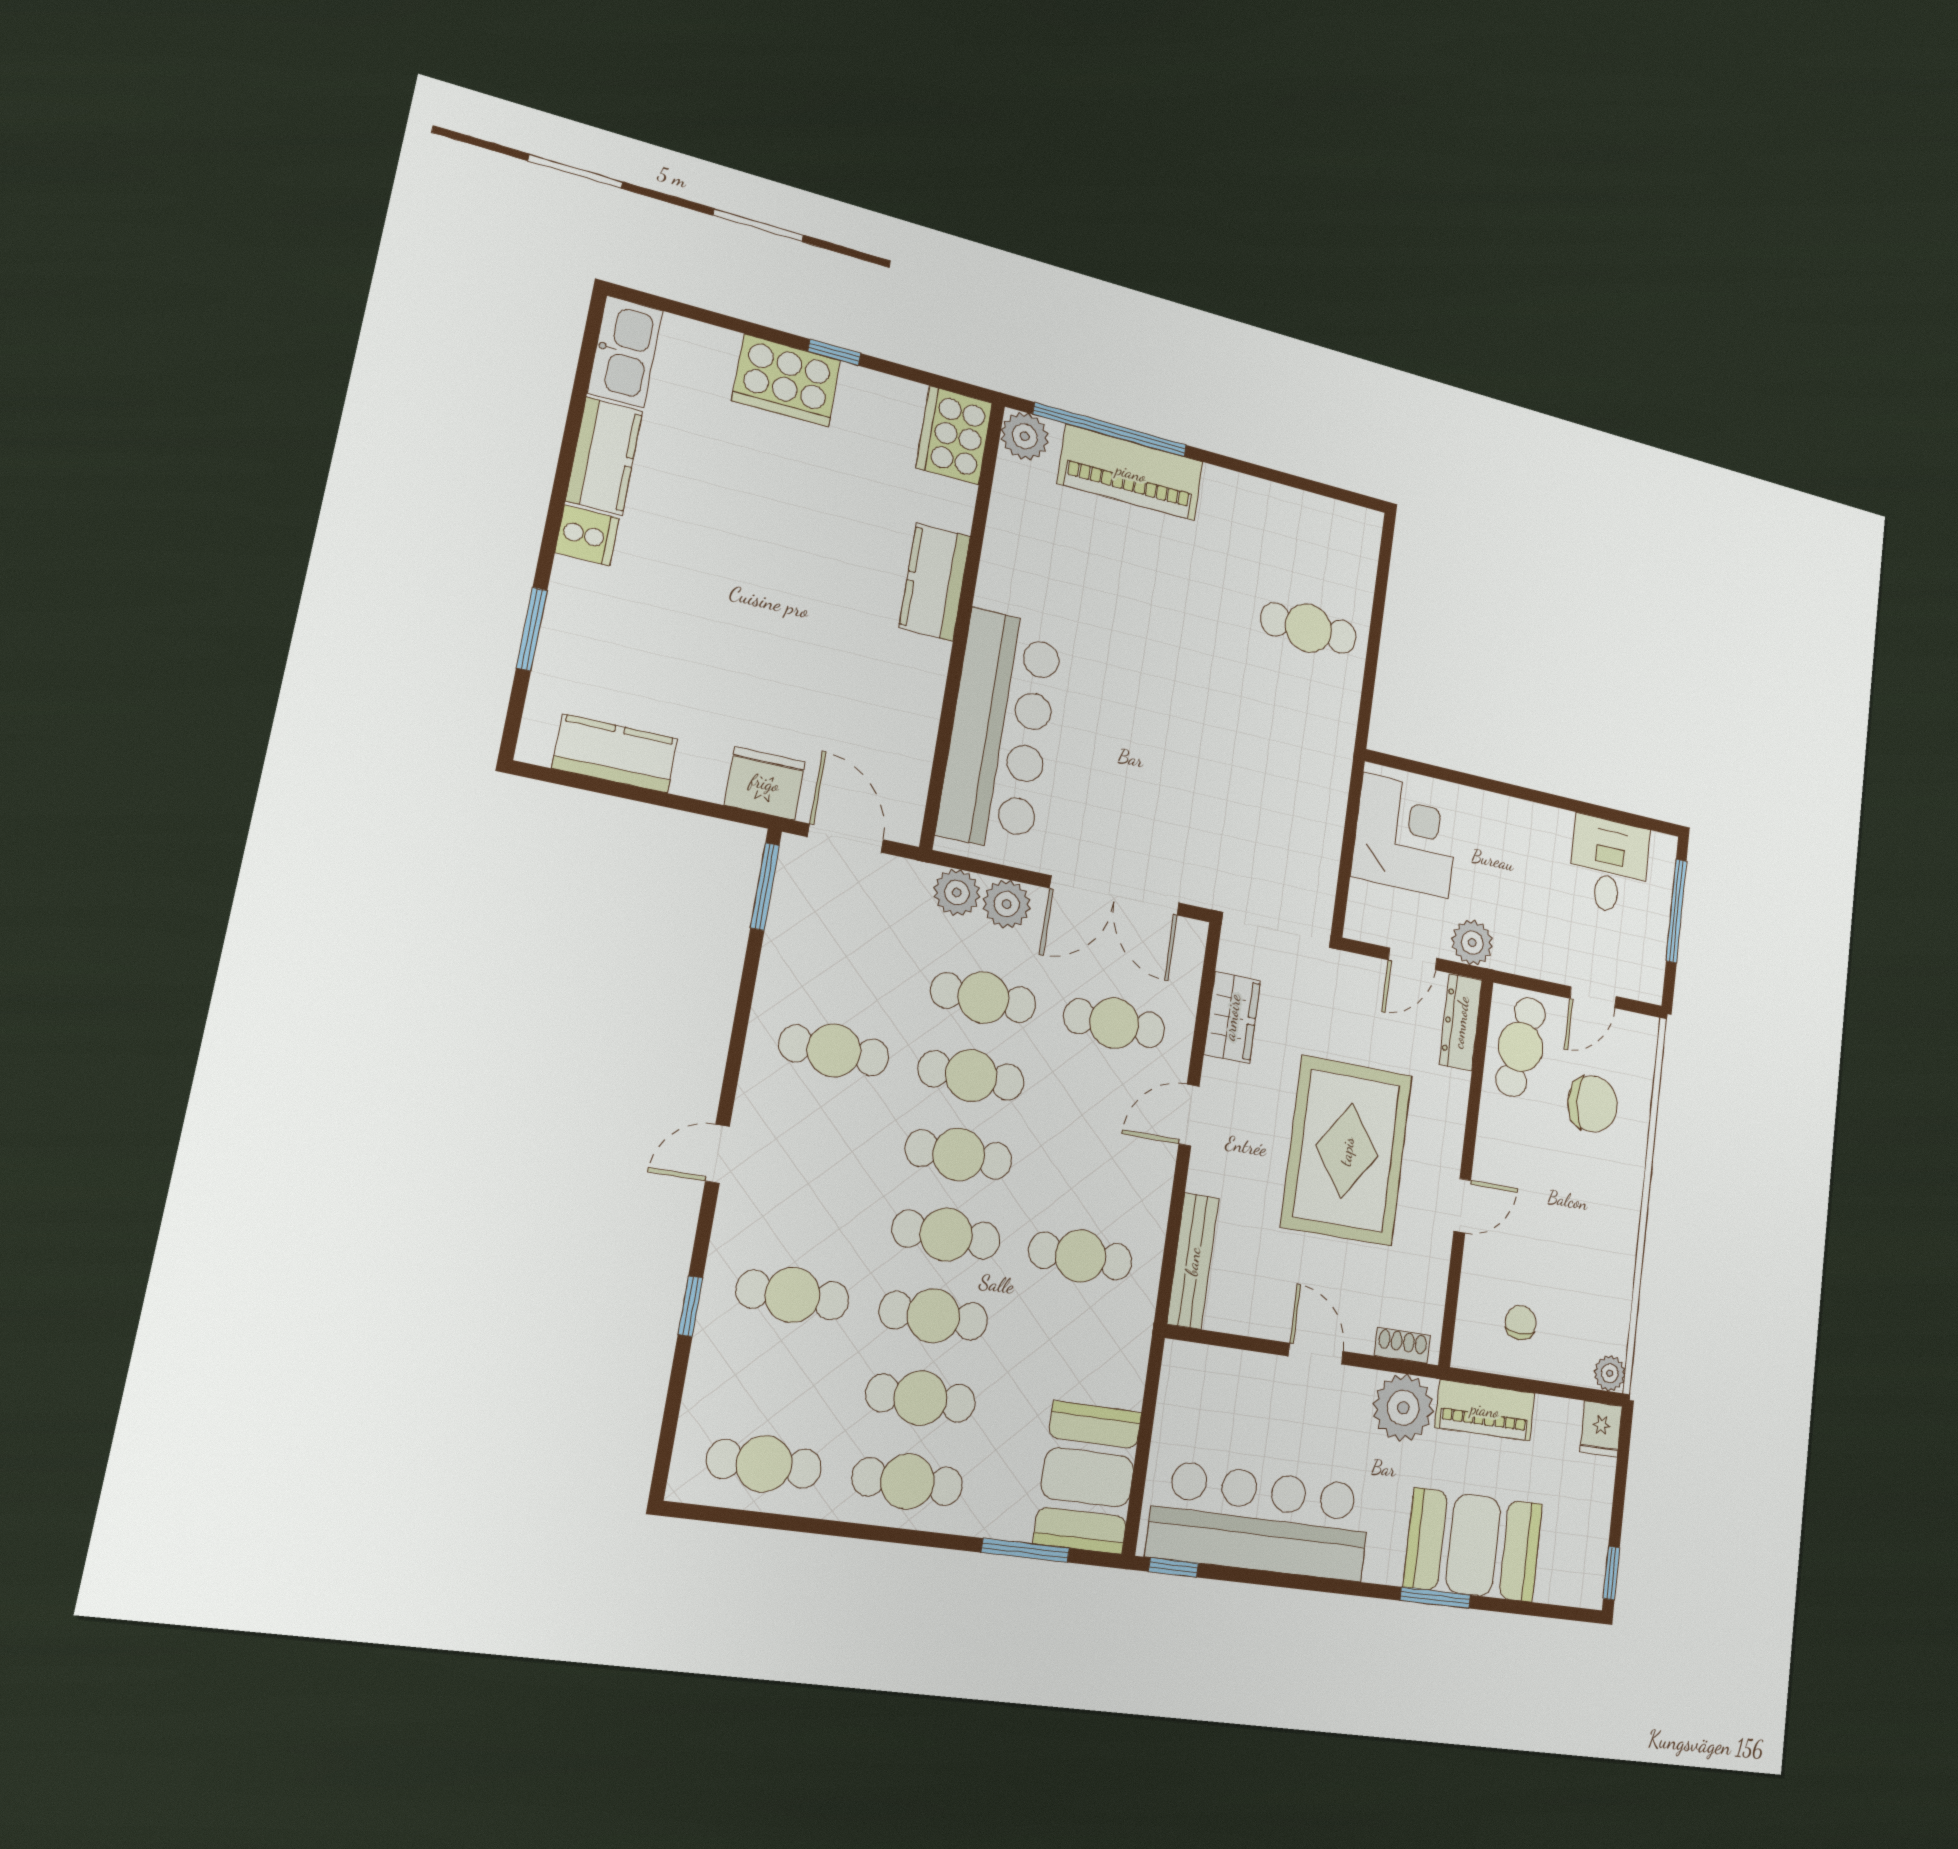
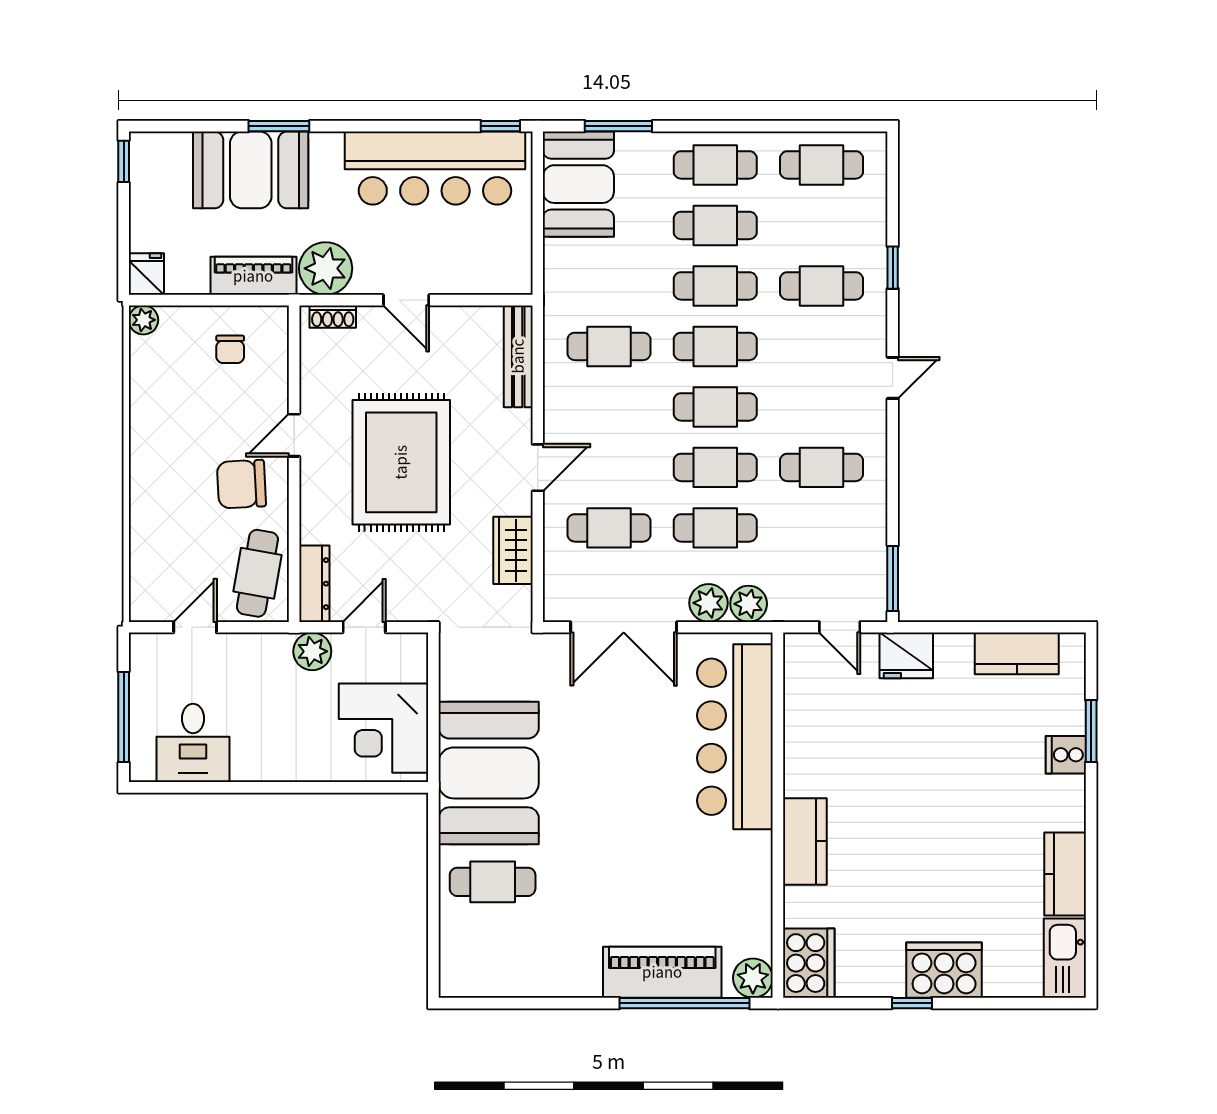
cooker: (587, 535) -> (1066, 755), moved
booth: (1296, 756) -> (489, 773), added
door: (846, 838) -> (840, 627), width x0.73
double door: (1115, 896) -> (624, 627), swing flipped
chair: (1593, 1104) -> (241, 484), moved

